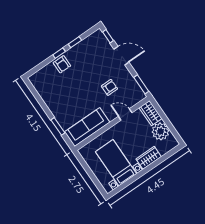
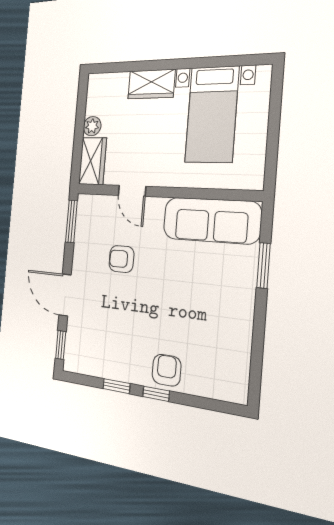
plant: (160, 131) -> (92, 126), width x0.53, depth x0.53

